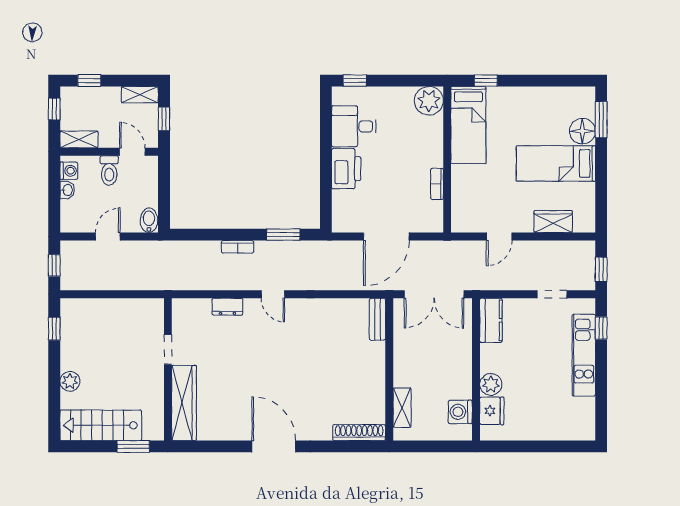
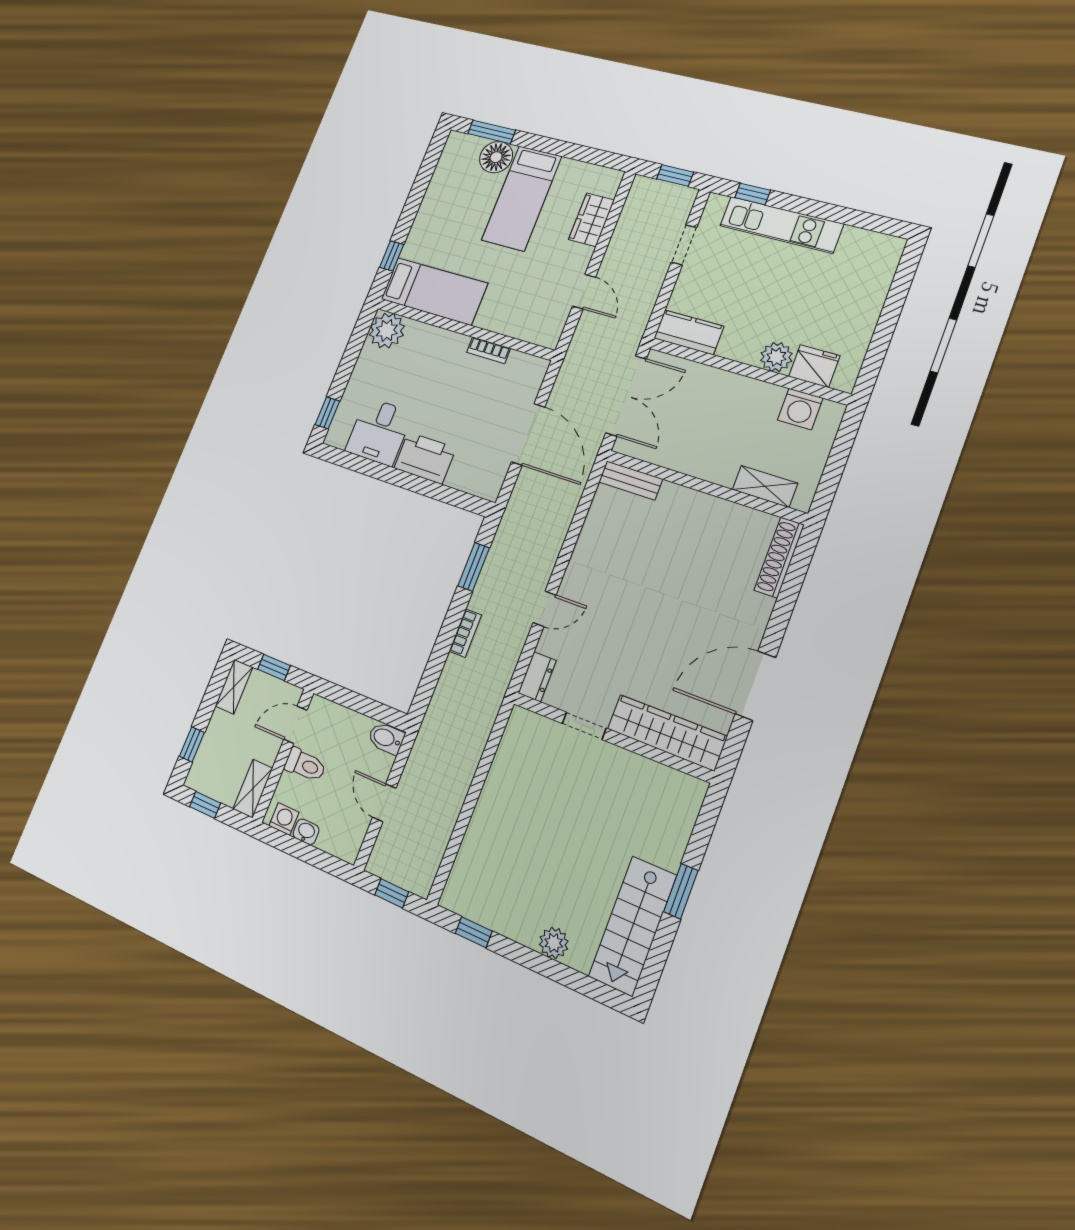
doorway: (168, 349) -> (584, 726), moved
wall: (168, 369) -> (612, 737), moved
wardrobe: (184, 403) -> (667, 732), moved

